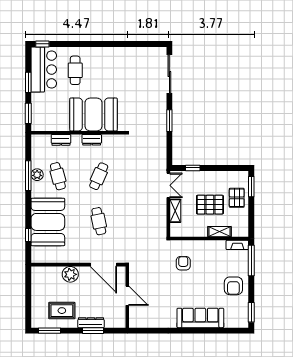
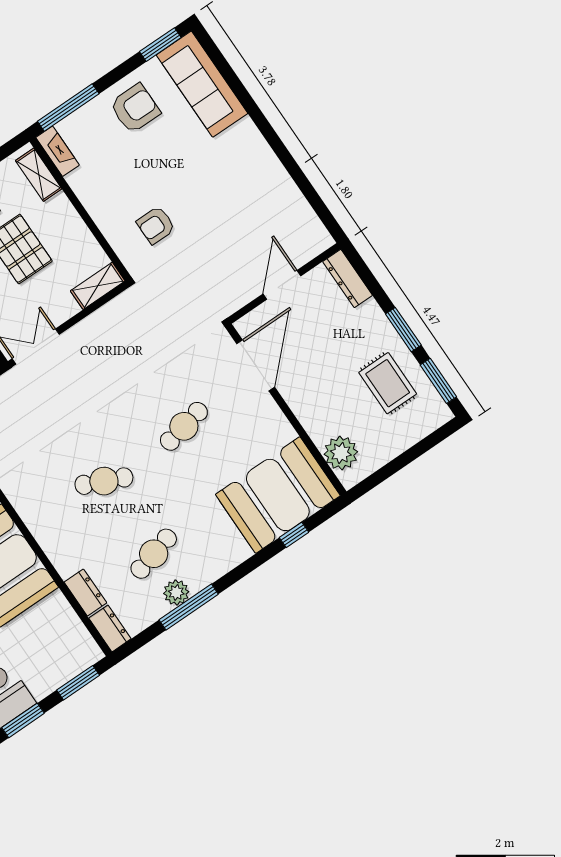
dresser: (92, 140) -> (110, 628), moved
shelving: (175, 211) -> (98, 286), moved
booth: (48, 222) -> (278, 495), moved
shelving: (219, 232) -> (39, 175), moved
plant: (70, 274) -> (341, 453), moved
sofa: (200, 318) -> (202, 84), moved
dresser: (91, 323) -> (348, 279), moved
window: (93, 331) -> (403, 330), moved

